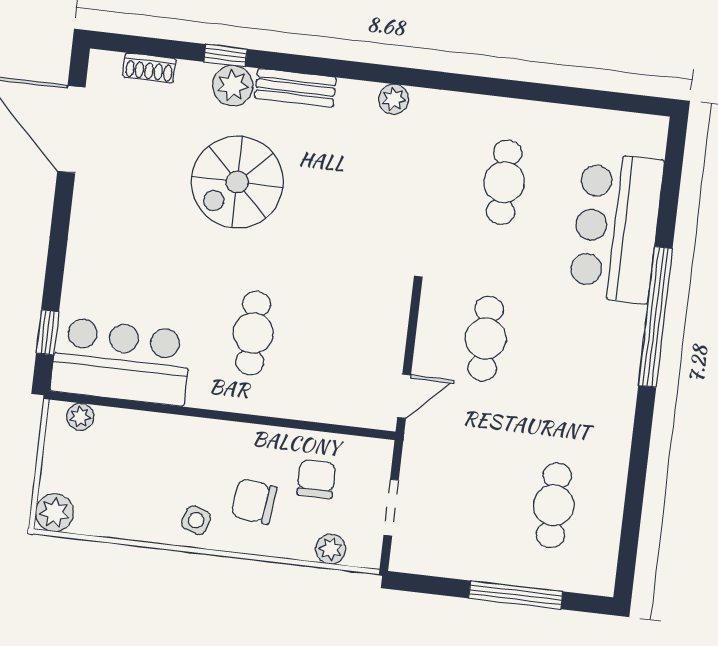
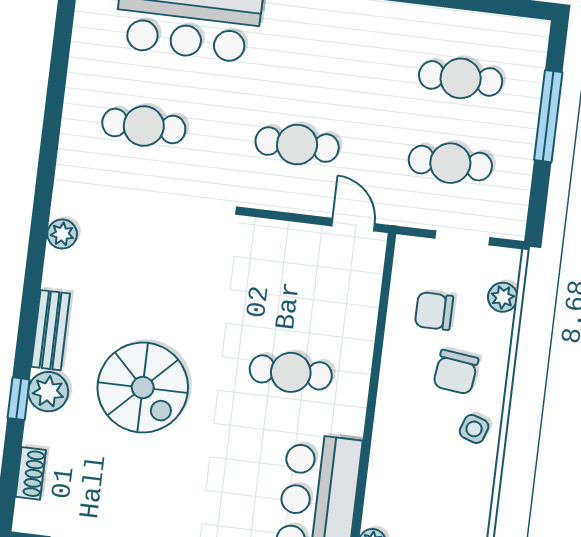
cafe table: (467, 495) -> (450, 163), added

